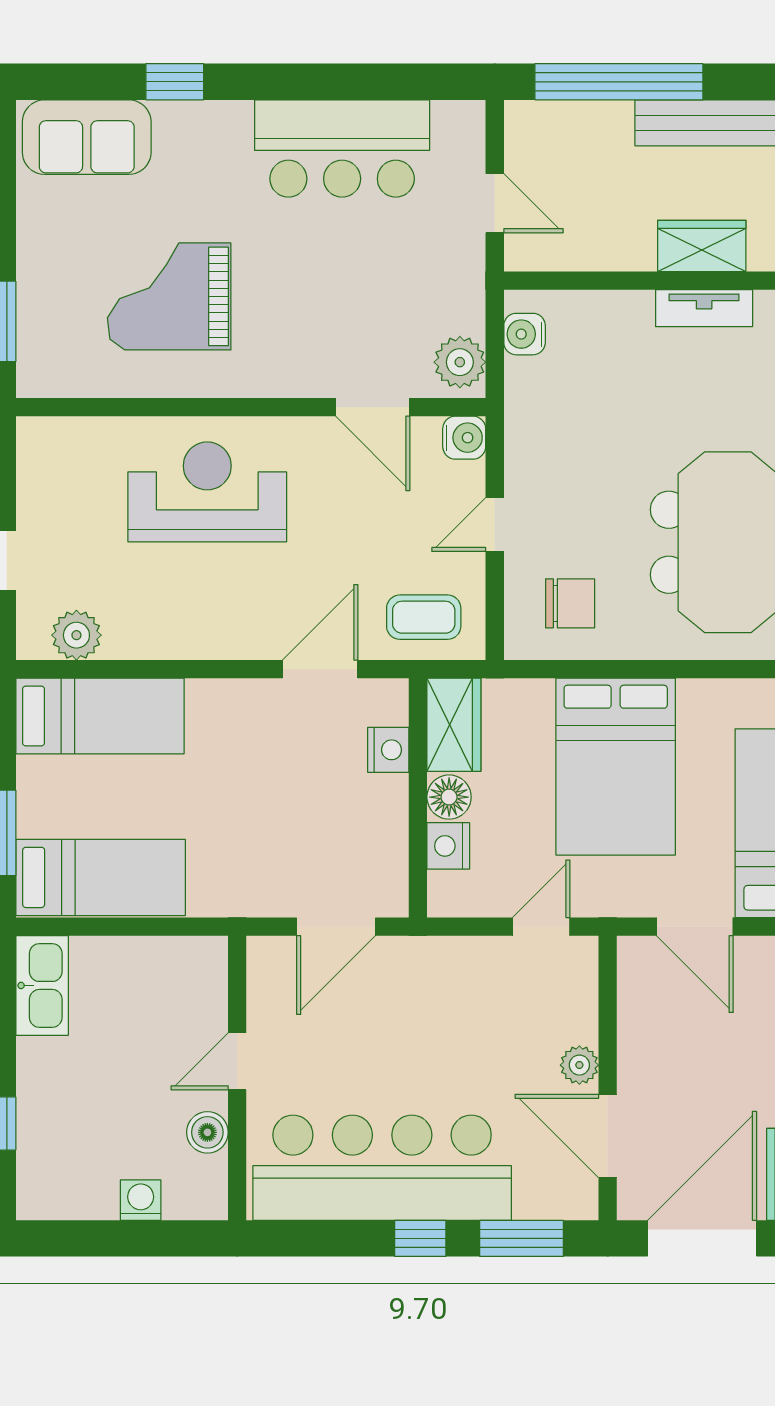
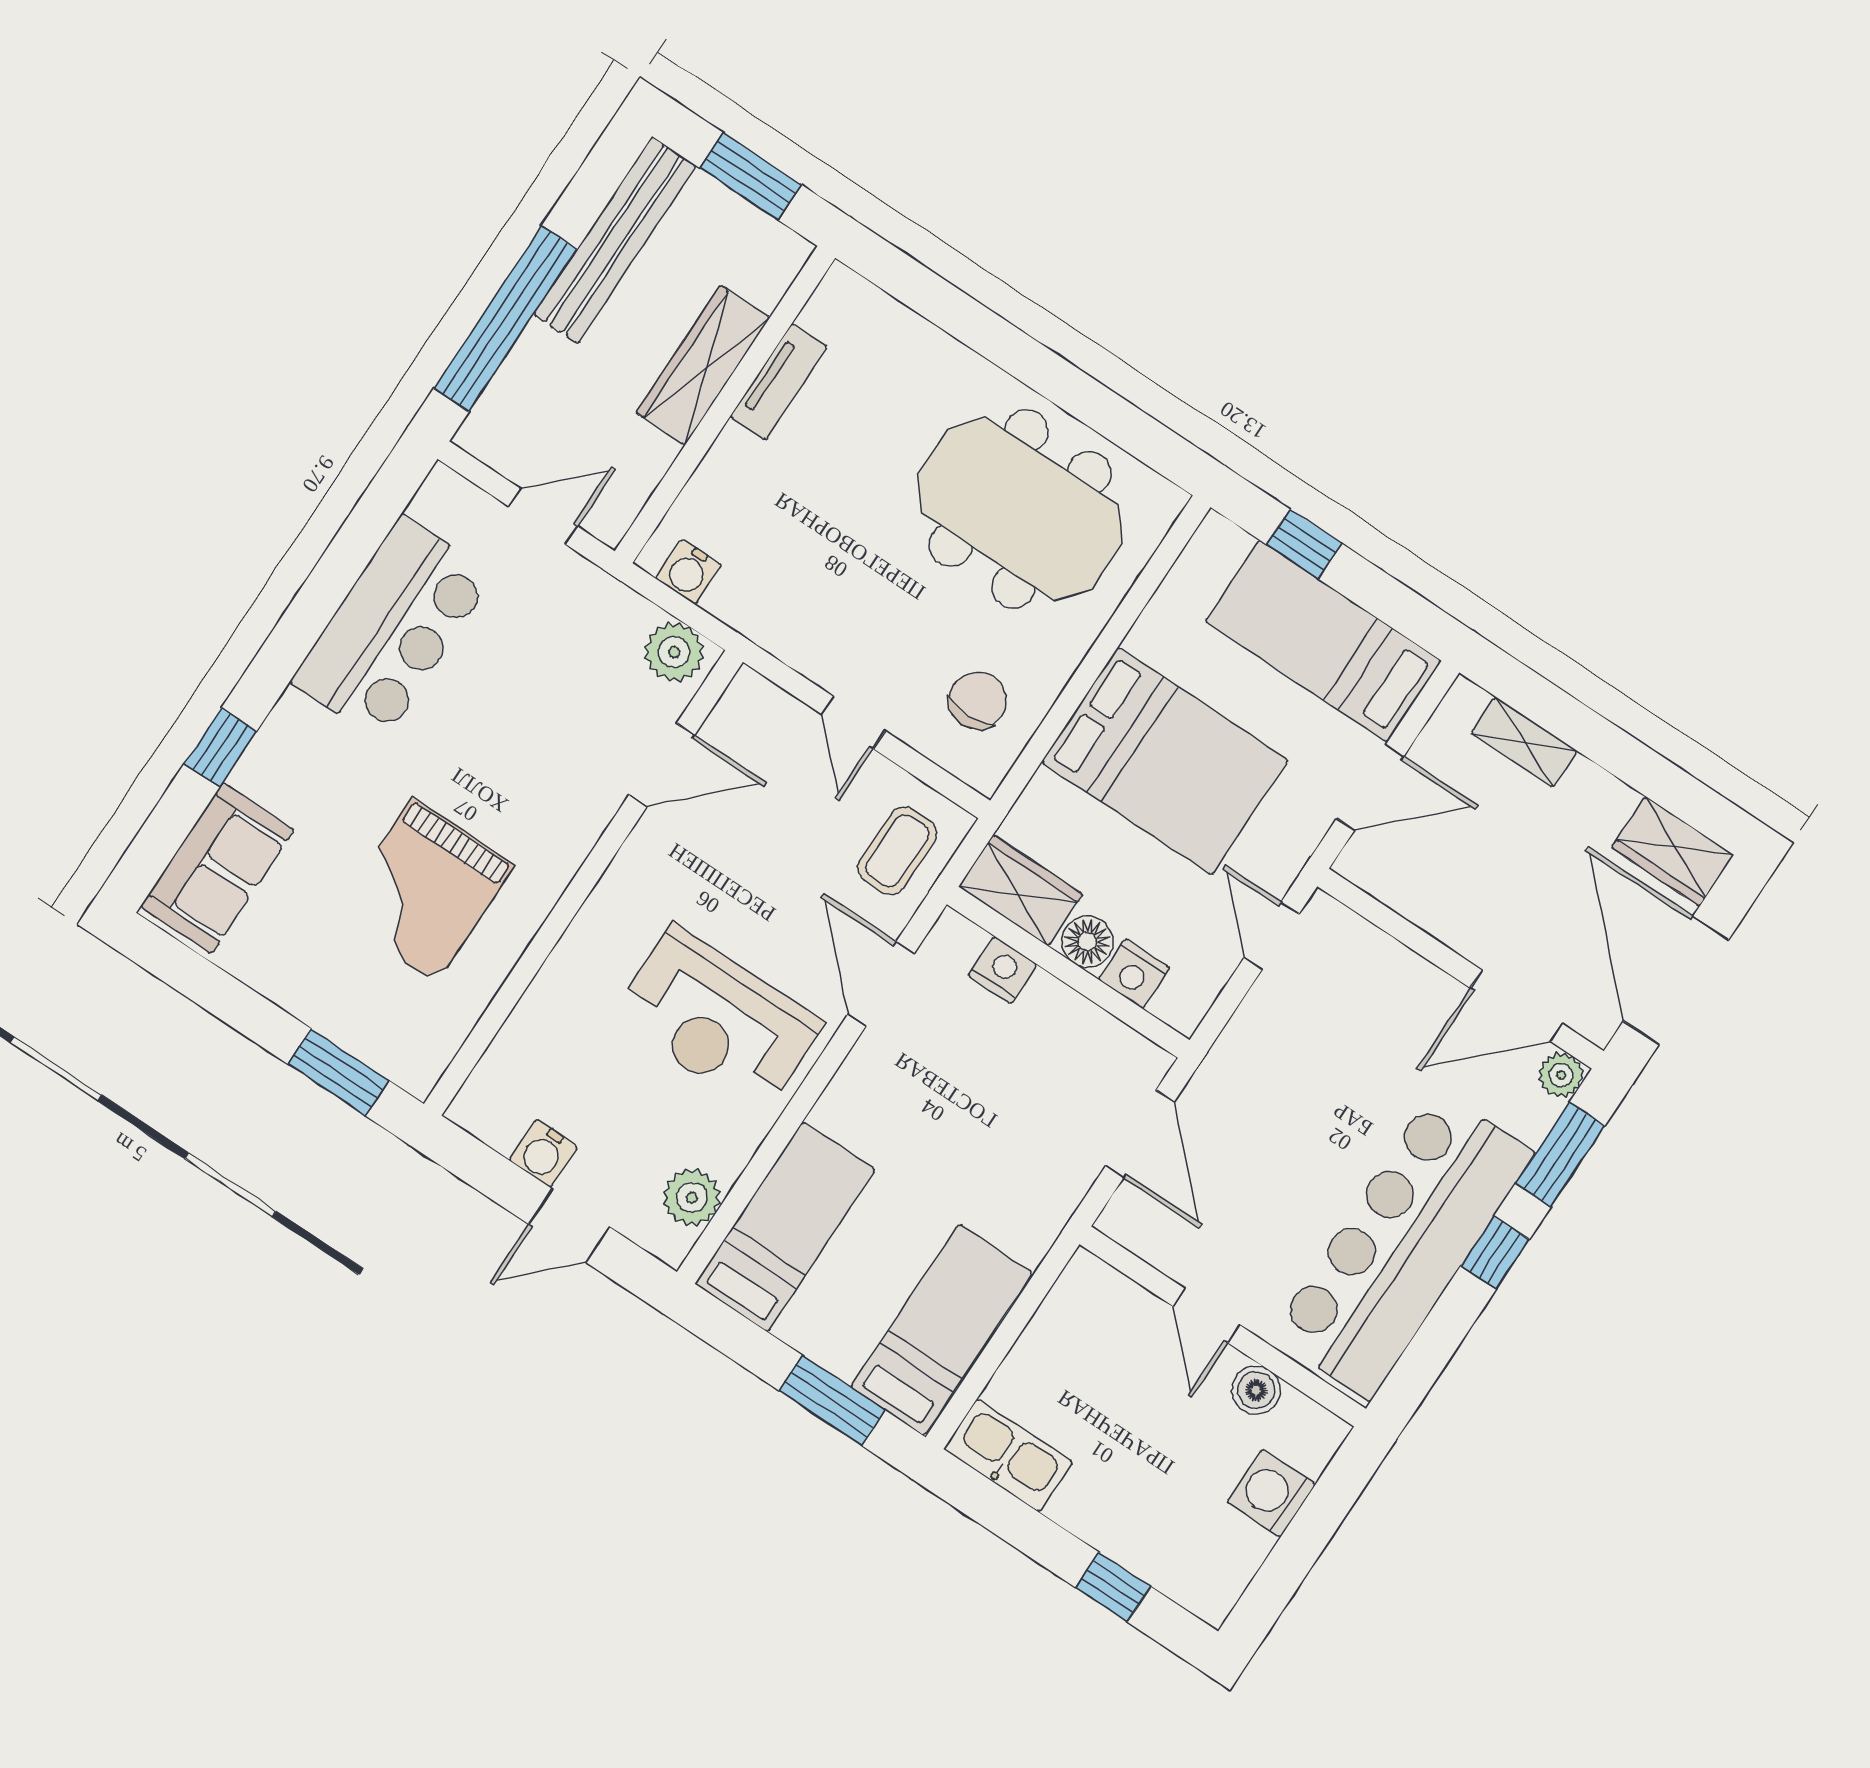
wardrobe: (702, 246) -> (703, 365), width x1.50
water cooler: (464, 438) -> (543, 1153), moved, turned 180
reception desk: (207, 492) -> (717, 1020), moved, turned -90
plant: (579, 1065) -> (1561, 1075), moved
washing machine: (141, 1200) -> (1271, 1493), width x1.38, depth x1.38

